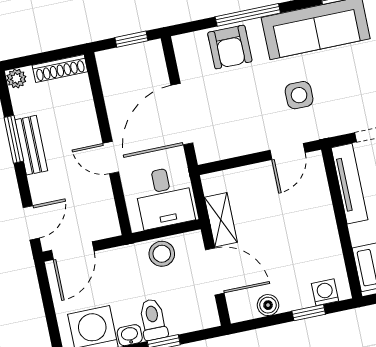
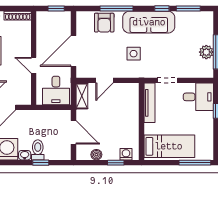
door: (288, 151) -> (104, 80), moved
shelving: (221, 220) -> (82, 96), moved
stool: (162, 254) -> (49, 118), removed

